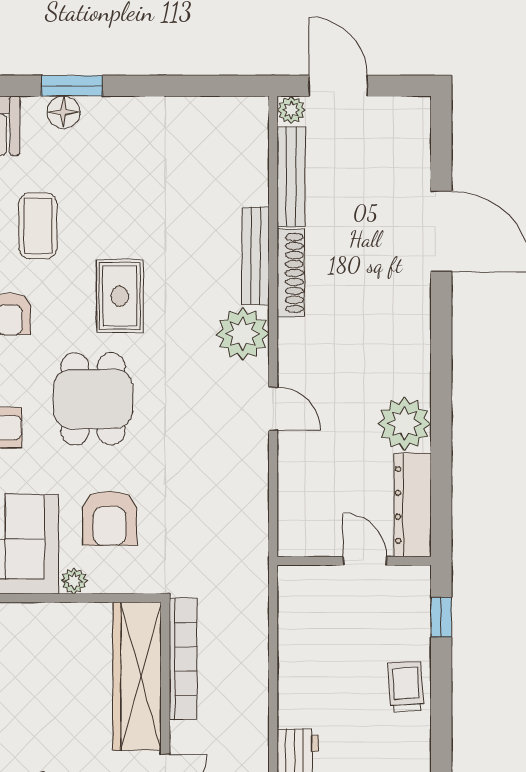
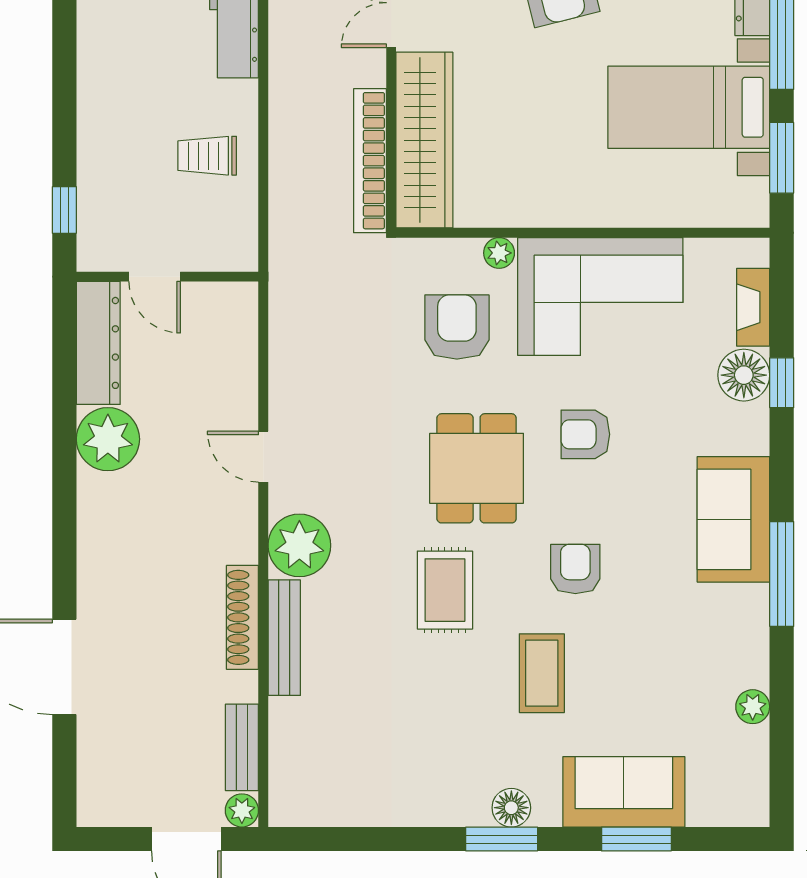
bench: (291, 177) -> (242, 747), width x0.73
trolley: (406, 687) -> (207, 156), moved, turned 94

